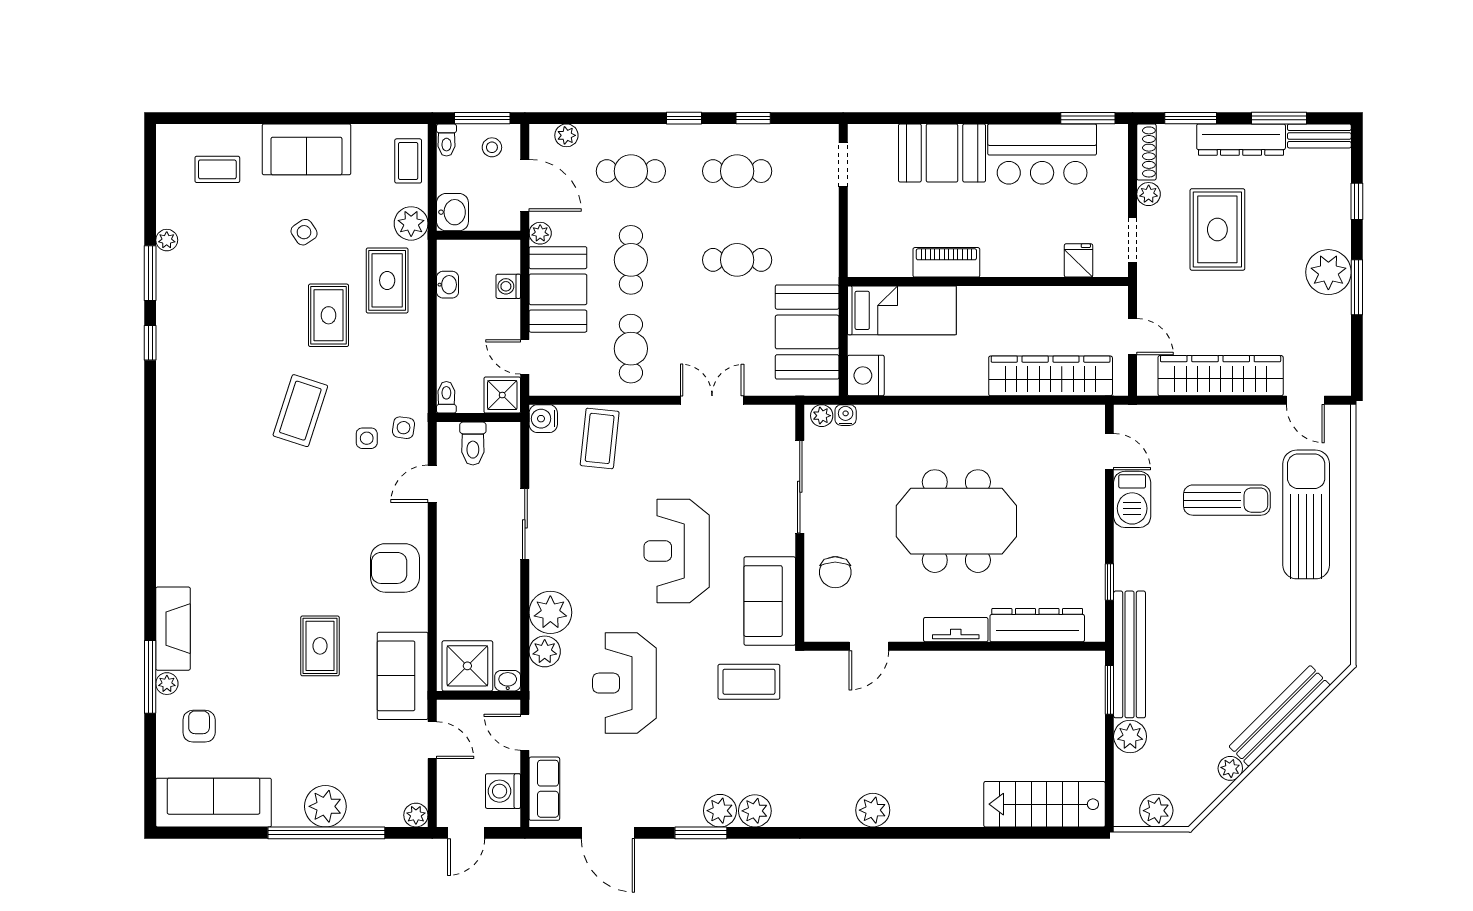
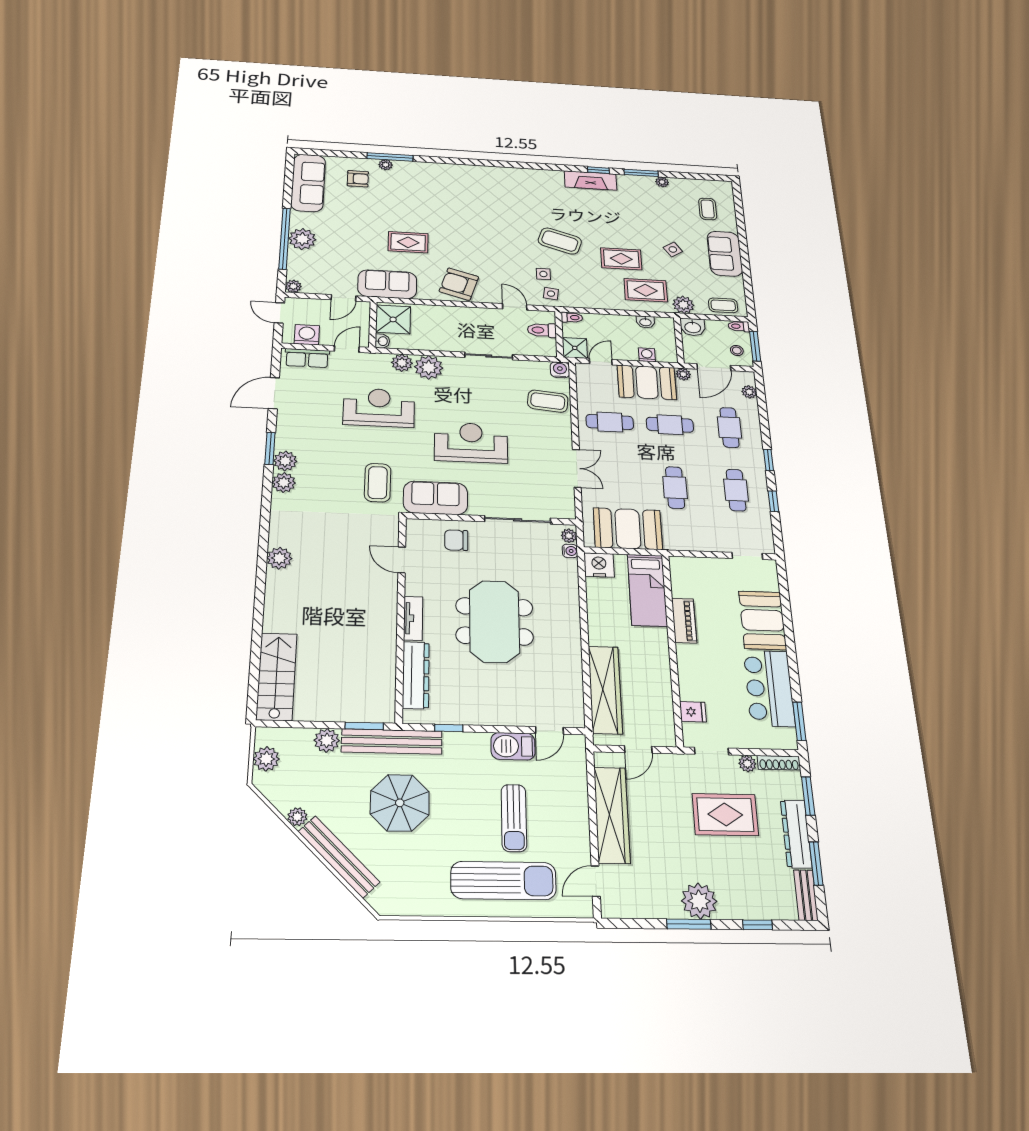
armchair: (395, 568) -> (459, 284), turned -73
fireplace: (173, 629) -> (591, 181), moved
parasol: (1210, 643) -> (400, 803), added

